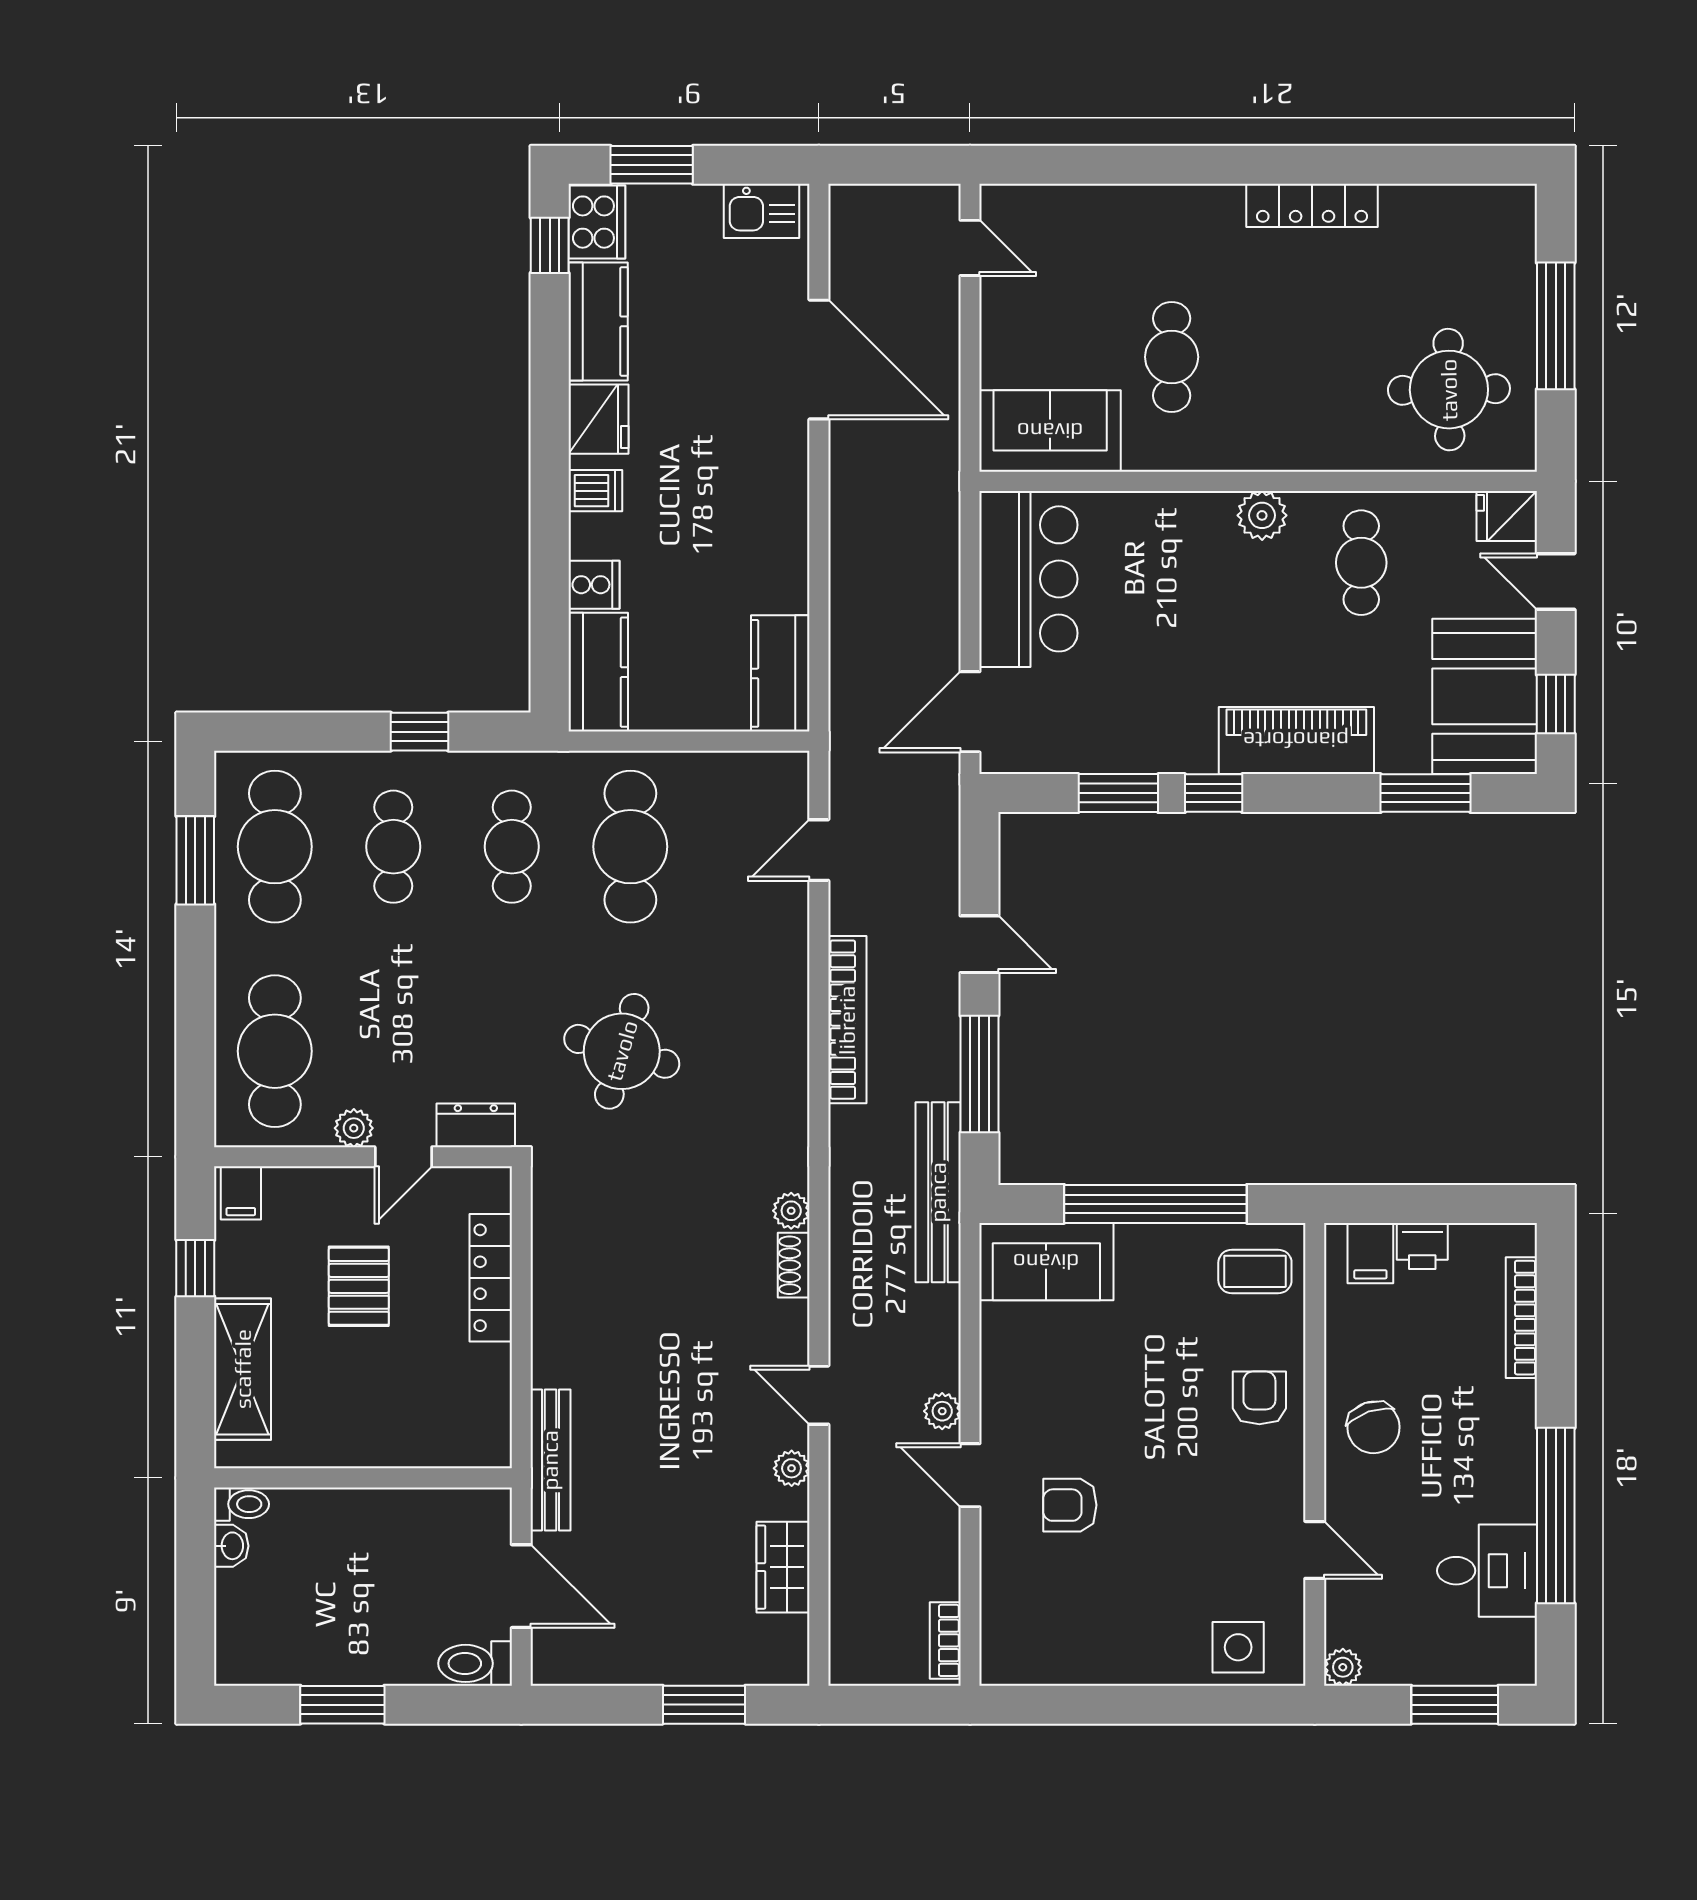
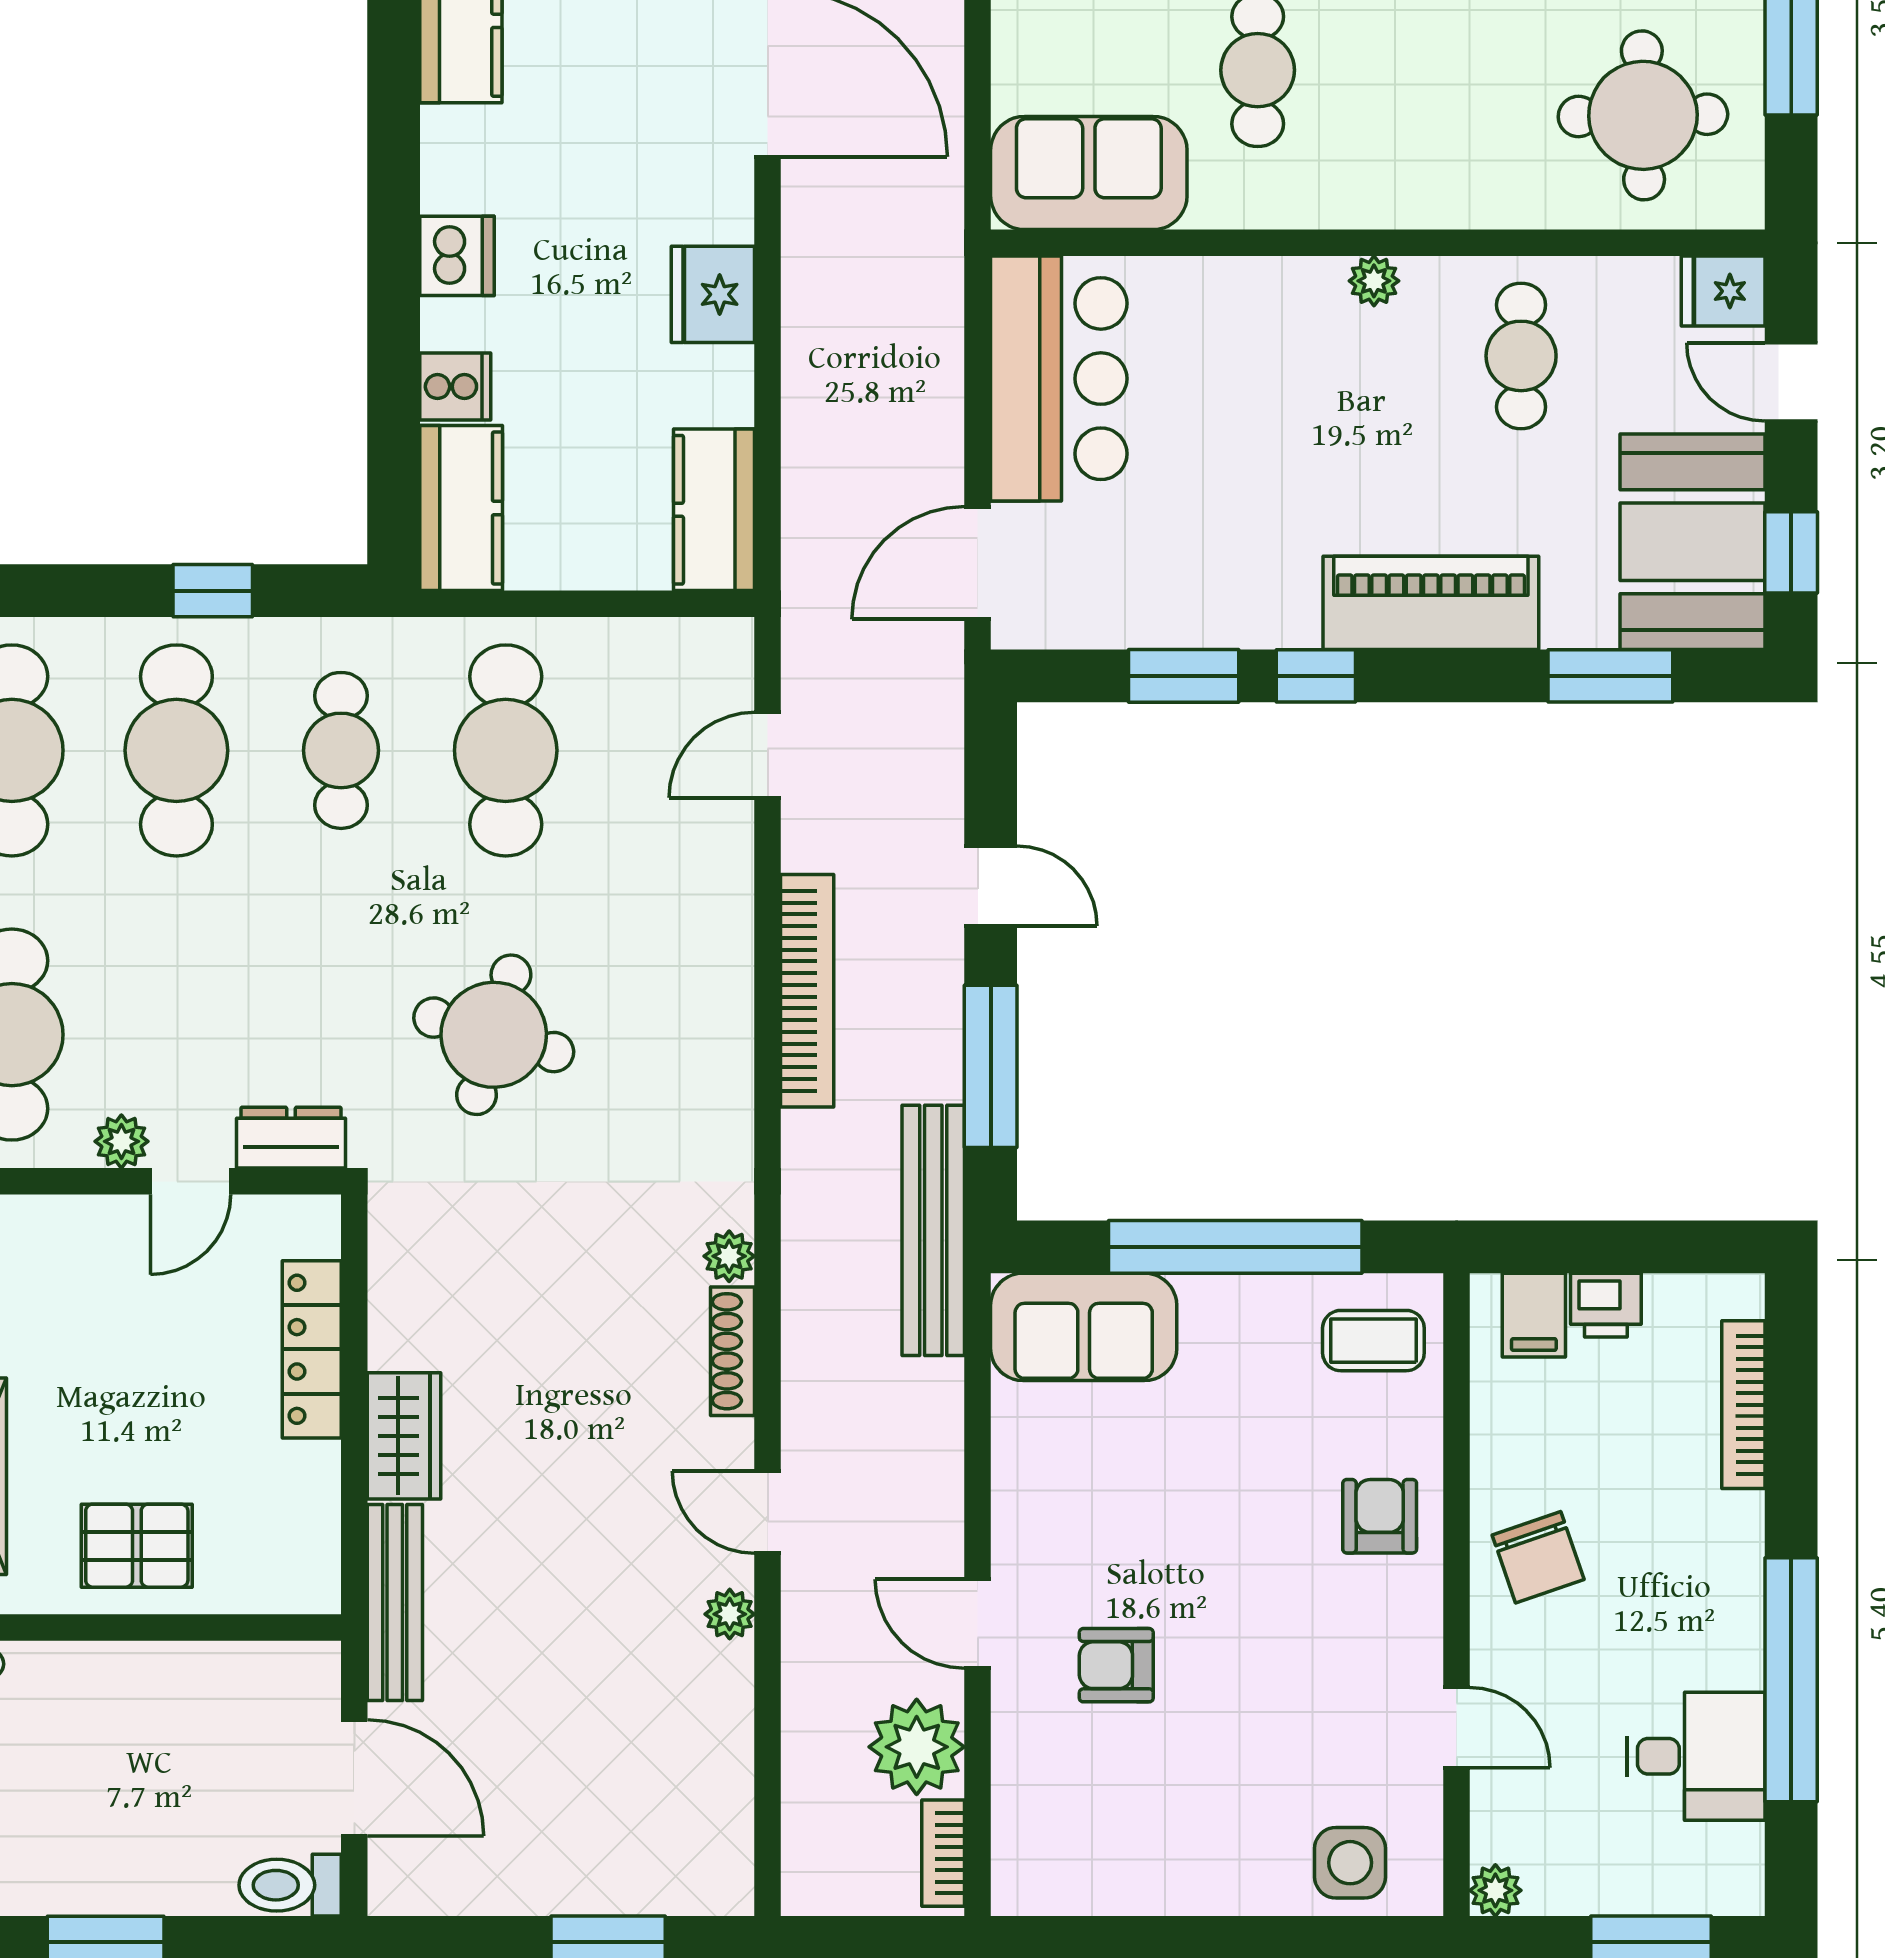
fridge: (598, 419) -> (713, 294), moved, turned 180
dishwasher: (595, 491) -> (457, 256), width x1.38
plant: (1262, 515) -> (1374, 281), width x0.73, depth x0.73
cafe table: (393, 847) -> (176, 750), width x1.37, depth x1.35
shoe rack: (794, 1265) -> (733, 1351), width x1.43
pallet: (359, 1286) -> (137, 1546), moved, turned 90
plant: (942, 1411) -> (917, 1747), moved, width x1.88, depth x1.88
wardrobe: (783, 1567) -> (404, 1436), moved, turned 180

